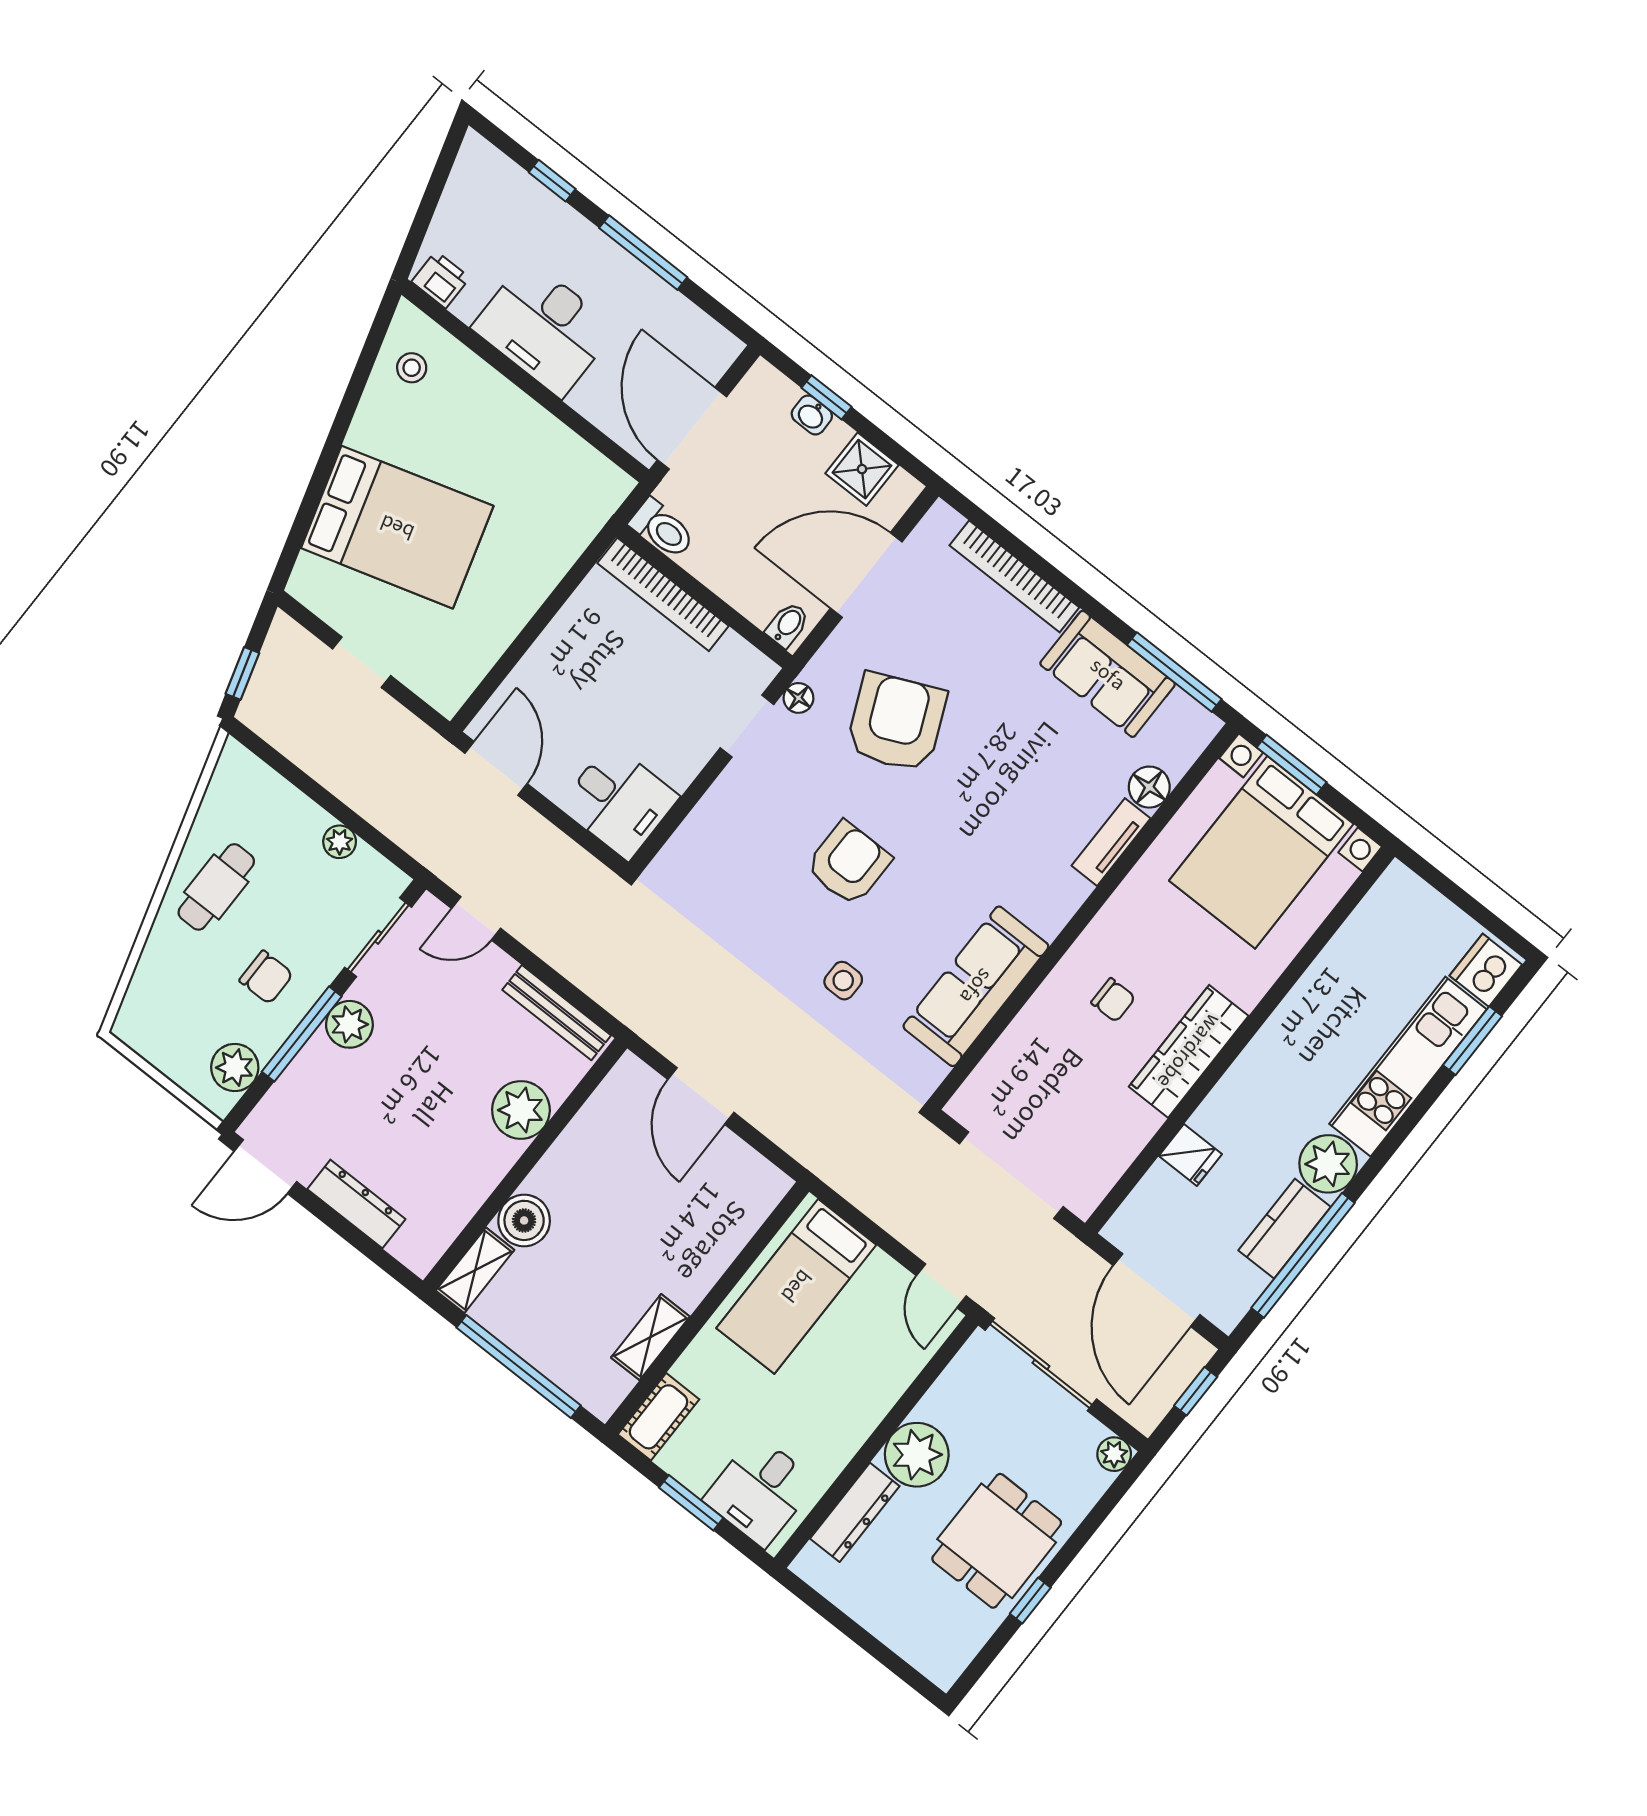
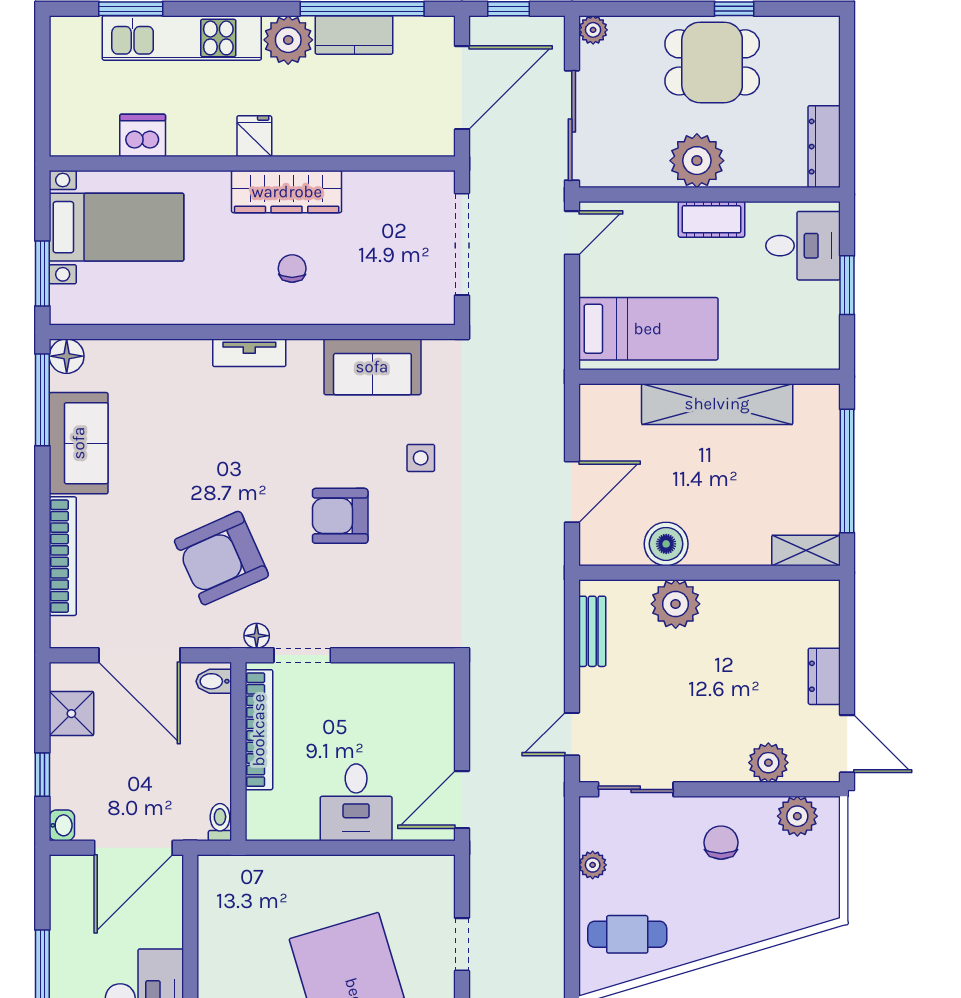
washbasin: (812, 415) -> (62, 825), moved
toilet: (662, 529) -> (220, 822), width x0.73, depth x0.72
bookcase: (663, 594) -> (259, 730), moved
floor lamp: (1149, 787) -> (67, 356), moved
desk: (619, 801) -> (356, 802), moved, turned 180
tv unit: (1111, 842) -> (249, 353), moved
bed with nightstands: (1261, 852) -> (116, 227), width x0.73
cafe table: (216, 887) -> (627, 934), moved
door: (476, 918) -> (572, 734), swing flipped
dishwasher: (1486, 970) -> (143, 135), moved, turned 180
sofa: (976, 986) -> (372, 367), width x0.73
bench: (557, 1013) -> (592, 631), width x0.73
plant: (349, 1024) -> (768, 763), moved
window: (302, 1034) -> (740, 789), removed
fridge: (1190, 1155) -> (254, 136), moved
dresser: (356, 1204) -> (824, 676), width x0.70
boiler: (524, 1220) -> (666, 544), moved
shelving: (650, 1337) -> (717, 404), width x2.20, depth x1.33
cot: (659, 1417) -> (711, 219), moved
dresser: (855, 1512) -> (824, 147), moved, turned -90

